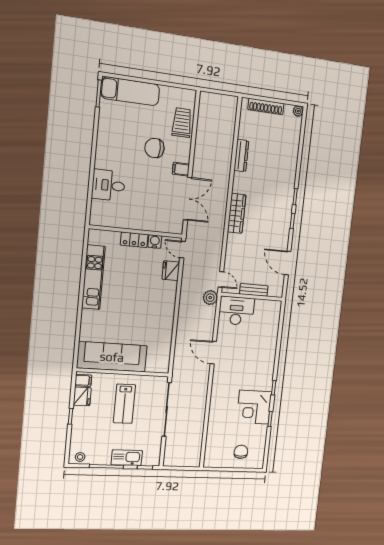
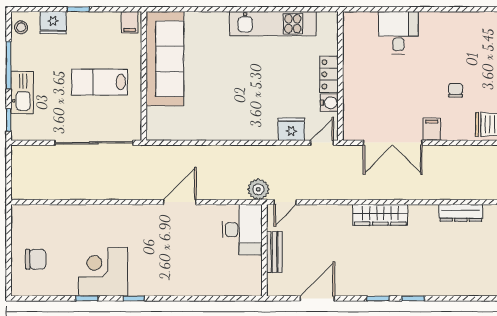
chair: (154, 148) -> (456, 90), width x0.54, depth x0.54
fridge: (82, 396) -> (53, 23), moved

